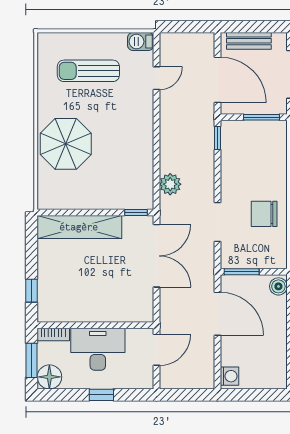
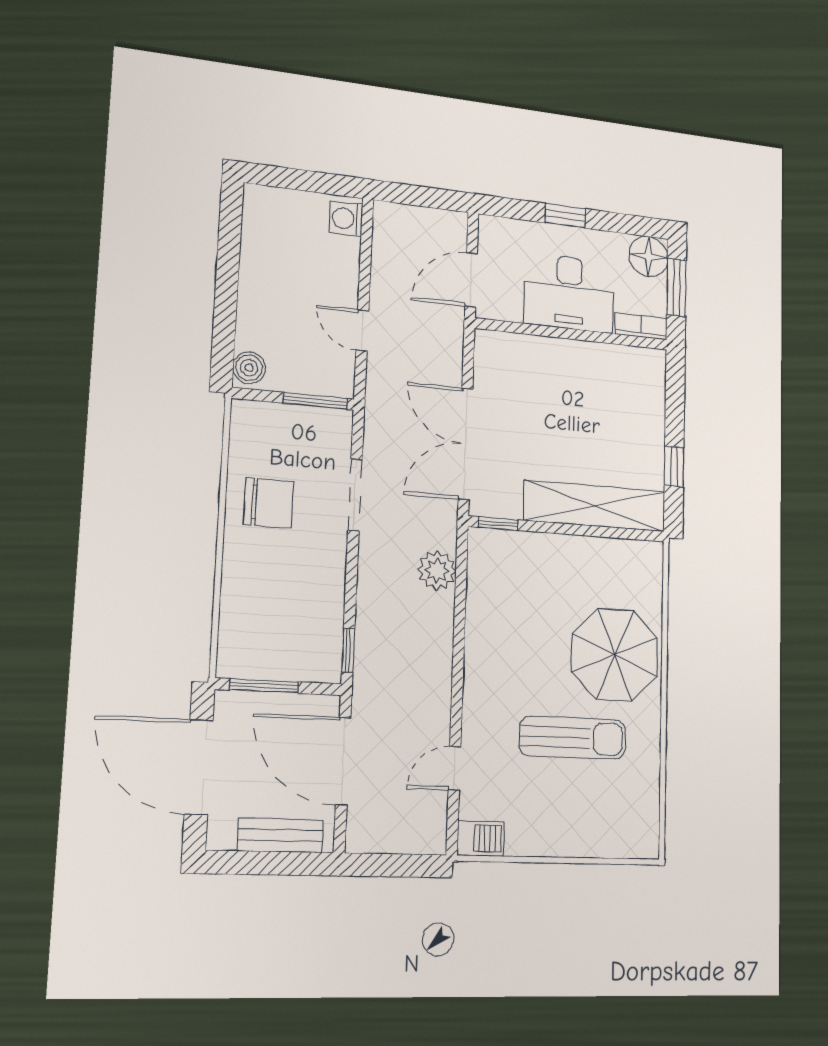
sun lounger: (88, 71) -> (573, 738), moved
window: (32, 291) -> (674, 466), moved
door: (218, 314) -> (362, 330), width x0.53

